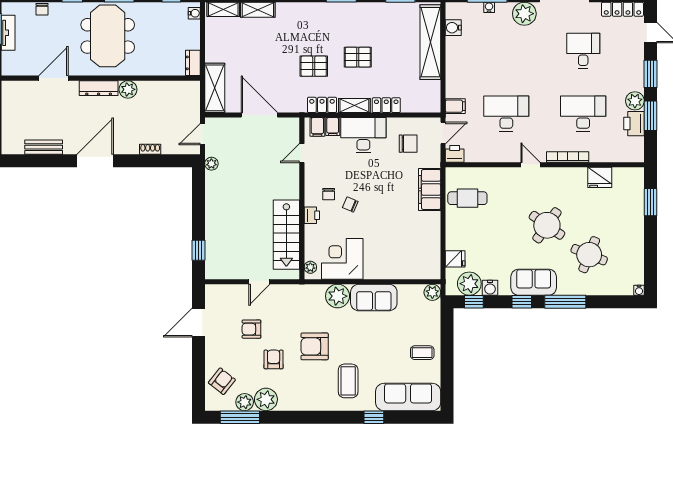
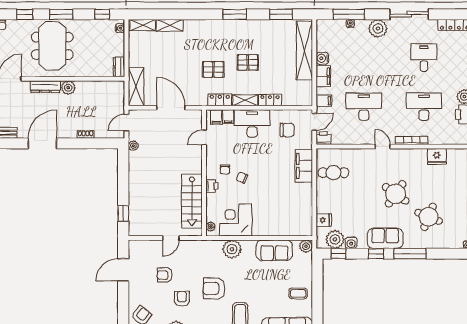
water cooler: (453, 28) -> (322, 58), moved
filing cabinet: (454, 75) -> (323, 76), added
sofa: (374, 298) -> (274, 250), moved

